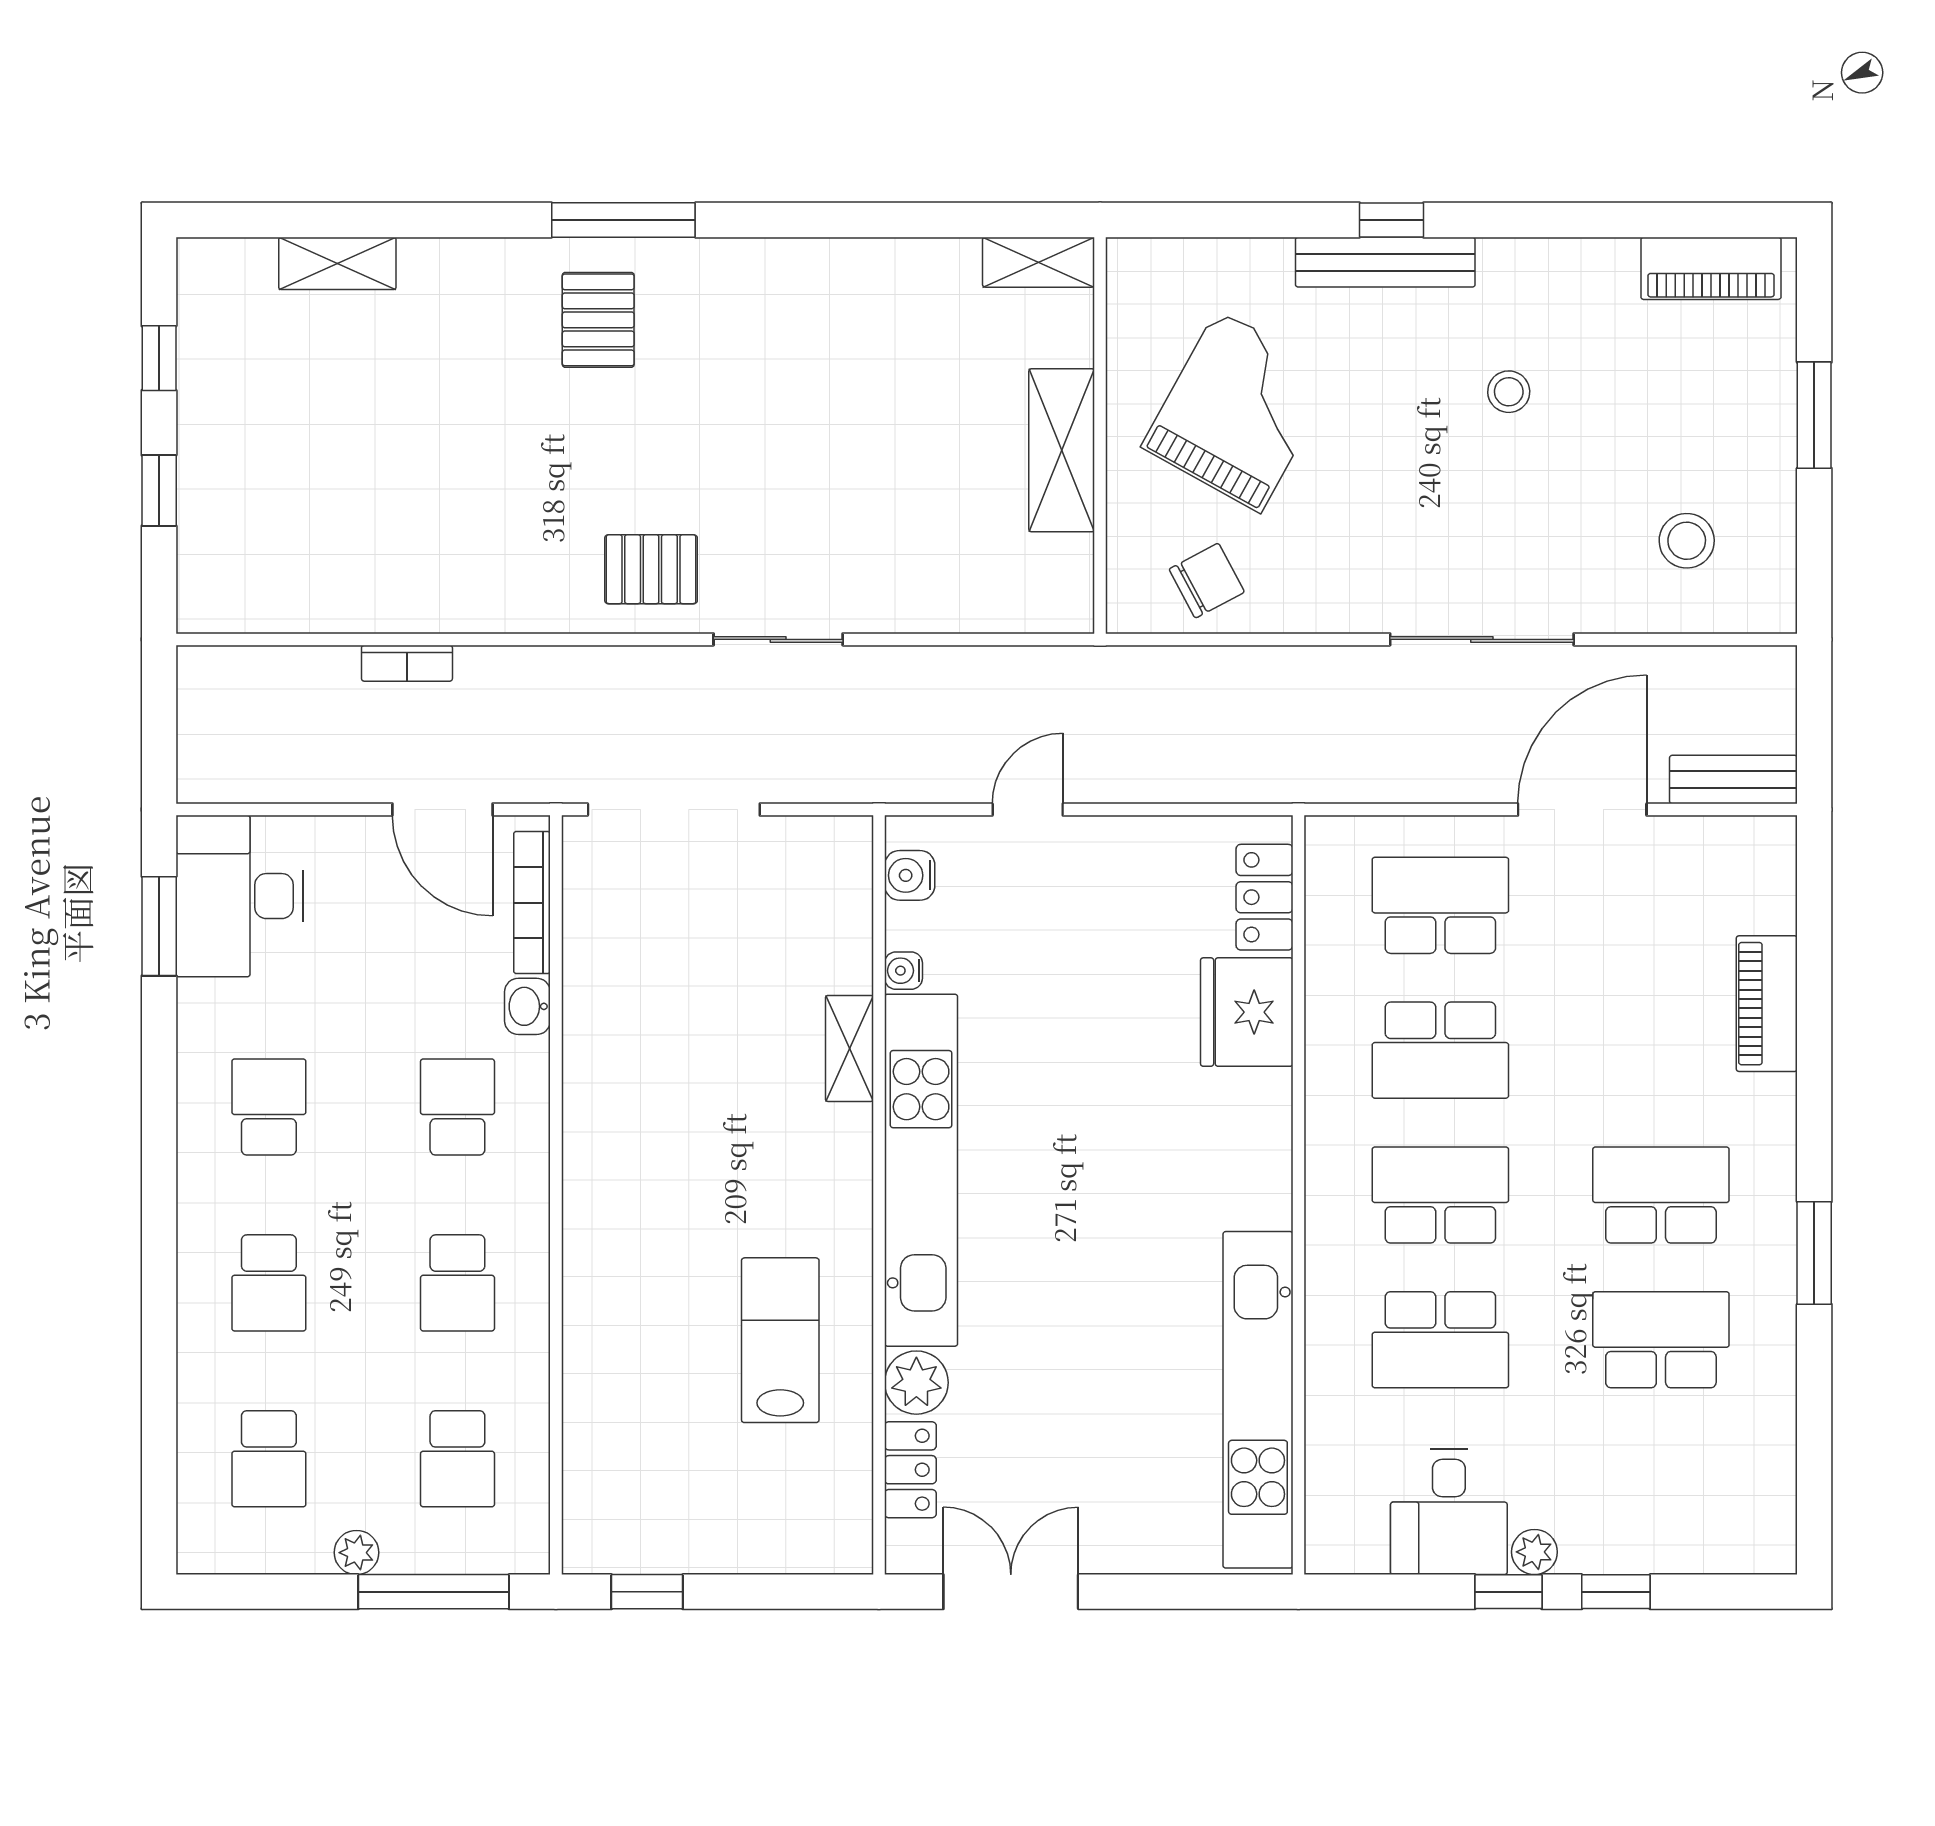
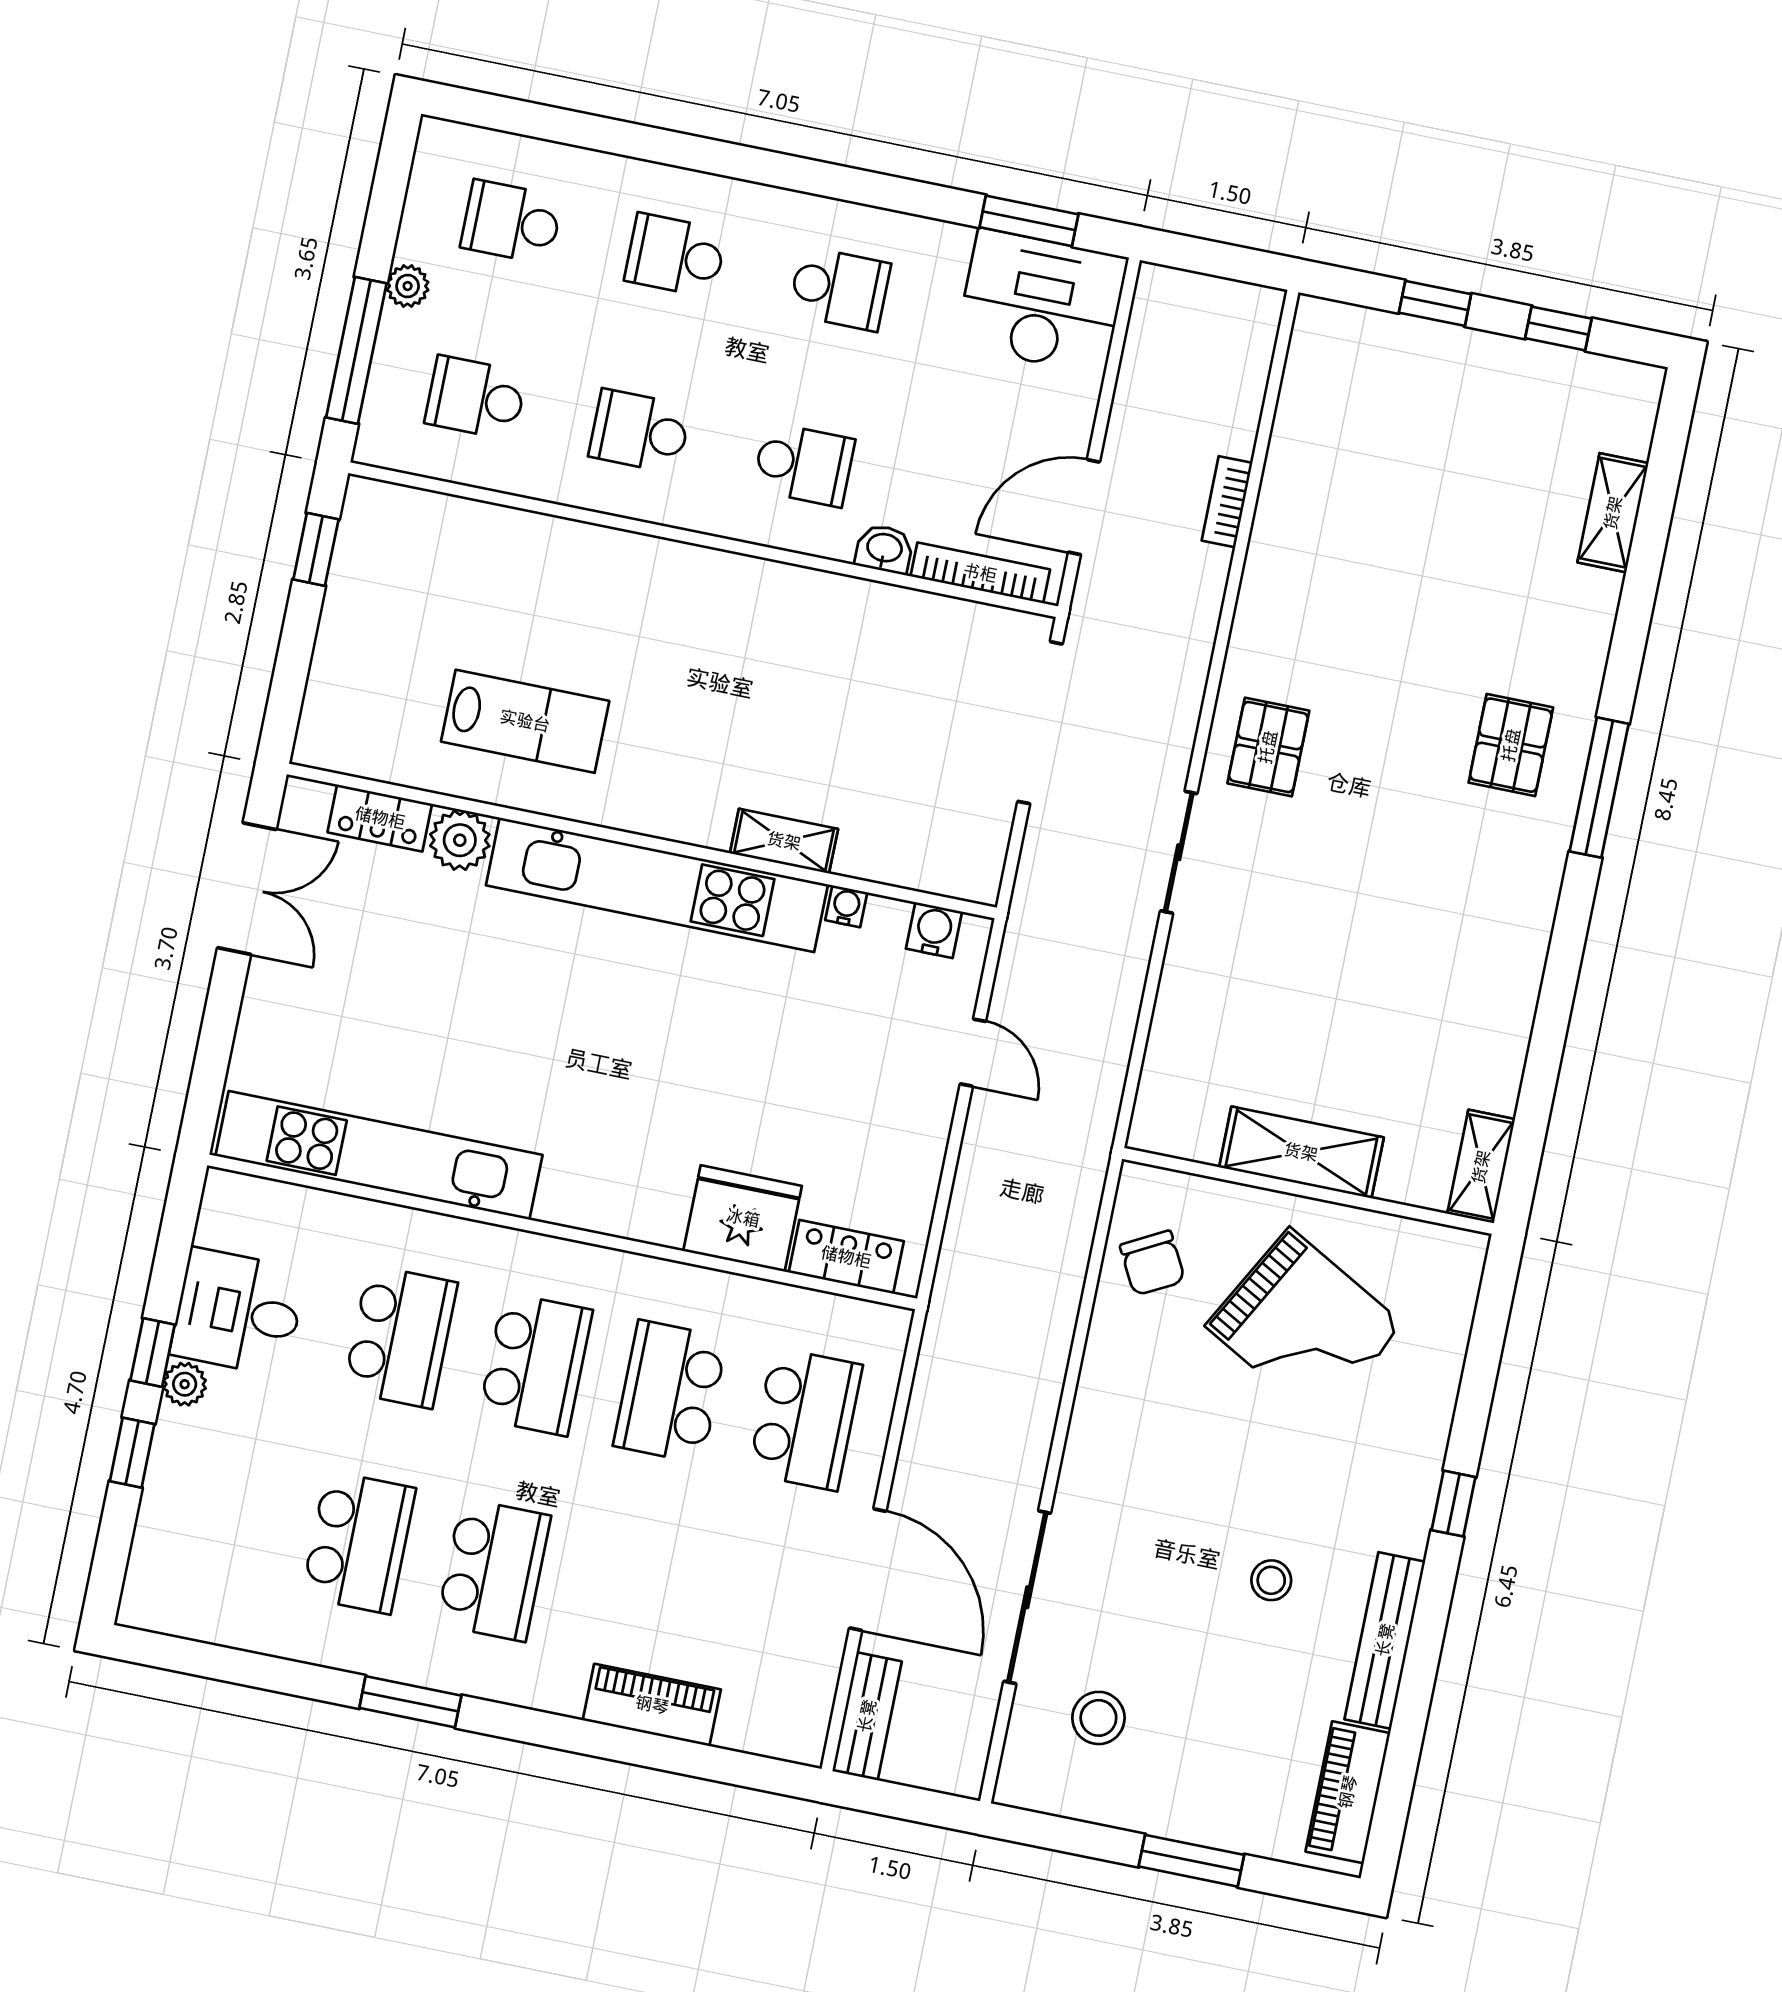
bench: (1385, 262) -> (1385, 1640), moved
pallet: (598, 320) -> (1511, 745), turned 90
sliding door: (1482, 639) -> (1027, 1597), moved
school desk: (1440, 1340) -> (400, 1337), turned 180

